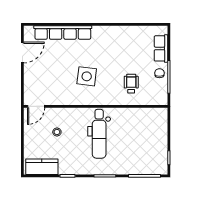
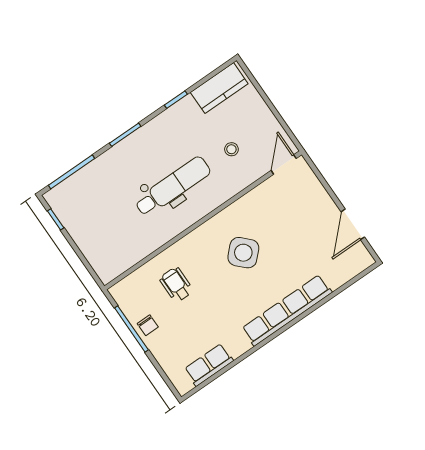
row of seats: (63, 33) -> (287, 310), moved
row of seats: (161, 48) -> (209, 365), moved, turned -90
side table: (87, 76) -> (243, 253), turned 38
wheelchair: (131, 84) -> (176, 285), turned 180
dental chair: (99, 134) -> (173, 186), turned 90

